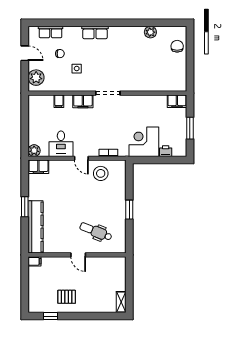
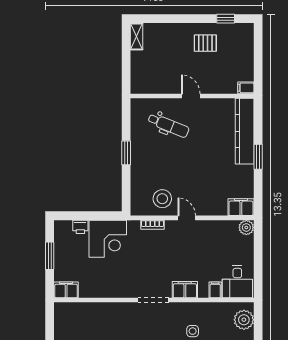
desk: (61, 144) -> (237, 282), moved, turned 180

